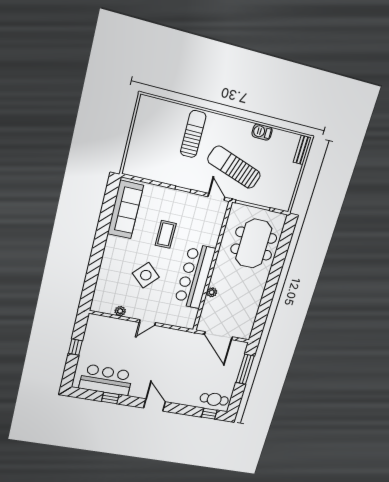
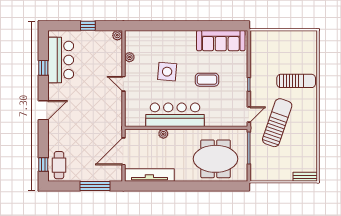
barbecue: (262, 132) -> (312, 138), removed
side table: (146, 275) -> (167, 72), turned -38
tv unit: (250, 315) -> (149, 175), added
plant: (93, 319) -> (117, 35), added

